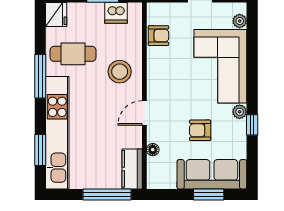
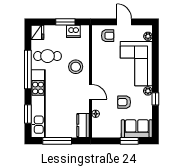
armchair: (158, 36) -> (108, 36), moved
window: (40, 76) -> (28, 70), width x1.46
door: (144, 113) -> (91, 92), swing flipped
sofa: (212, 174) -> (137, 129), width x0.73
window: (107, 194) -> (57, 141), moved

